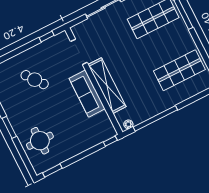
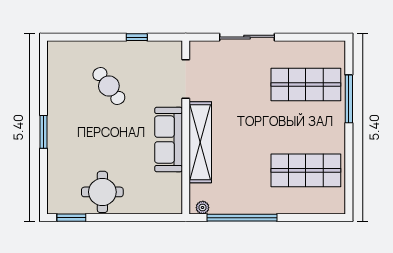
window: (47, 37) -> (137, 37), moved
round table: (40, 141) -> (102, 192), moved
window: (110, 141) -> (167, 218), removed

